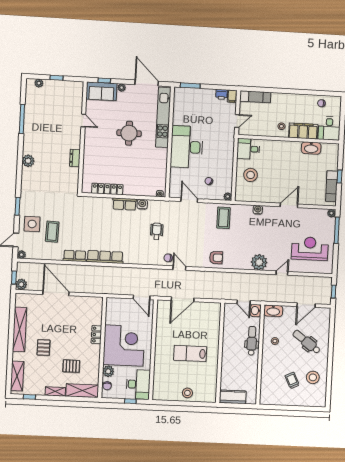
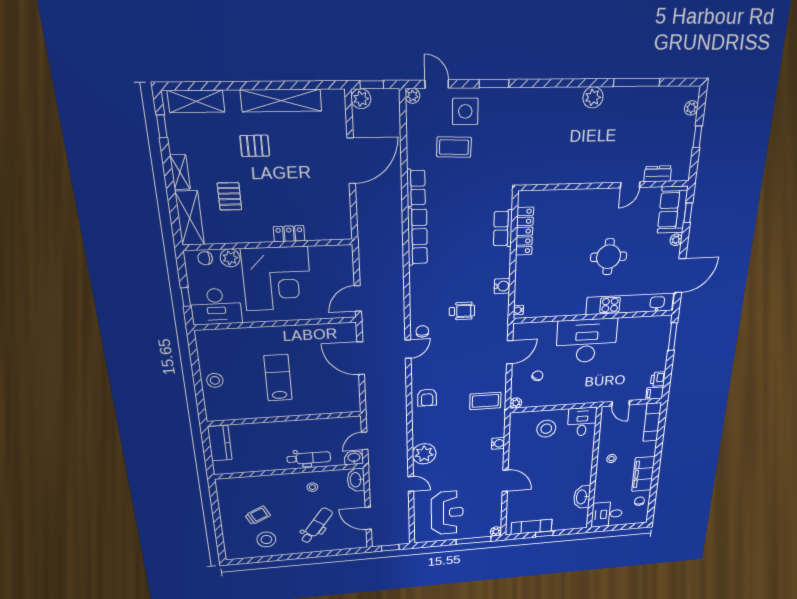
filing cabinet: (303, 131) -> (643, 474), moved, turned 180
dresser: (75, 158) -> (658, 174), moved
plant: (28, 161) -> (593, 97), moved
row of seats: (124, 204) -> (503, 228), moved

